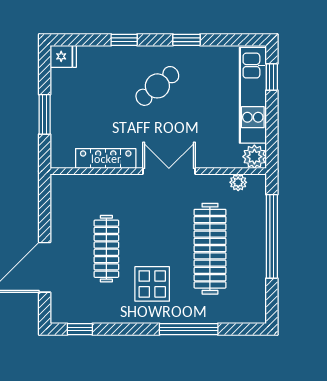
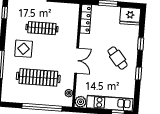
fridge: (63, 56) -> (130, 16), width x1.88, depth x1.34
locker: (106, 159) -> (86, 19), moved

